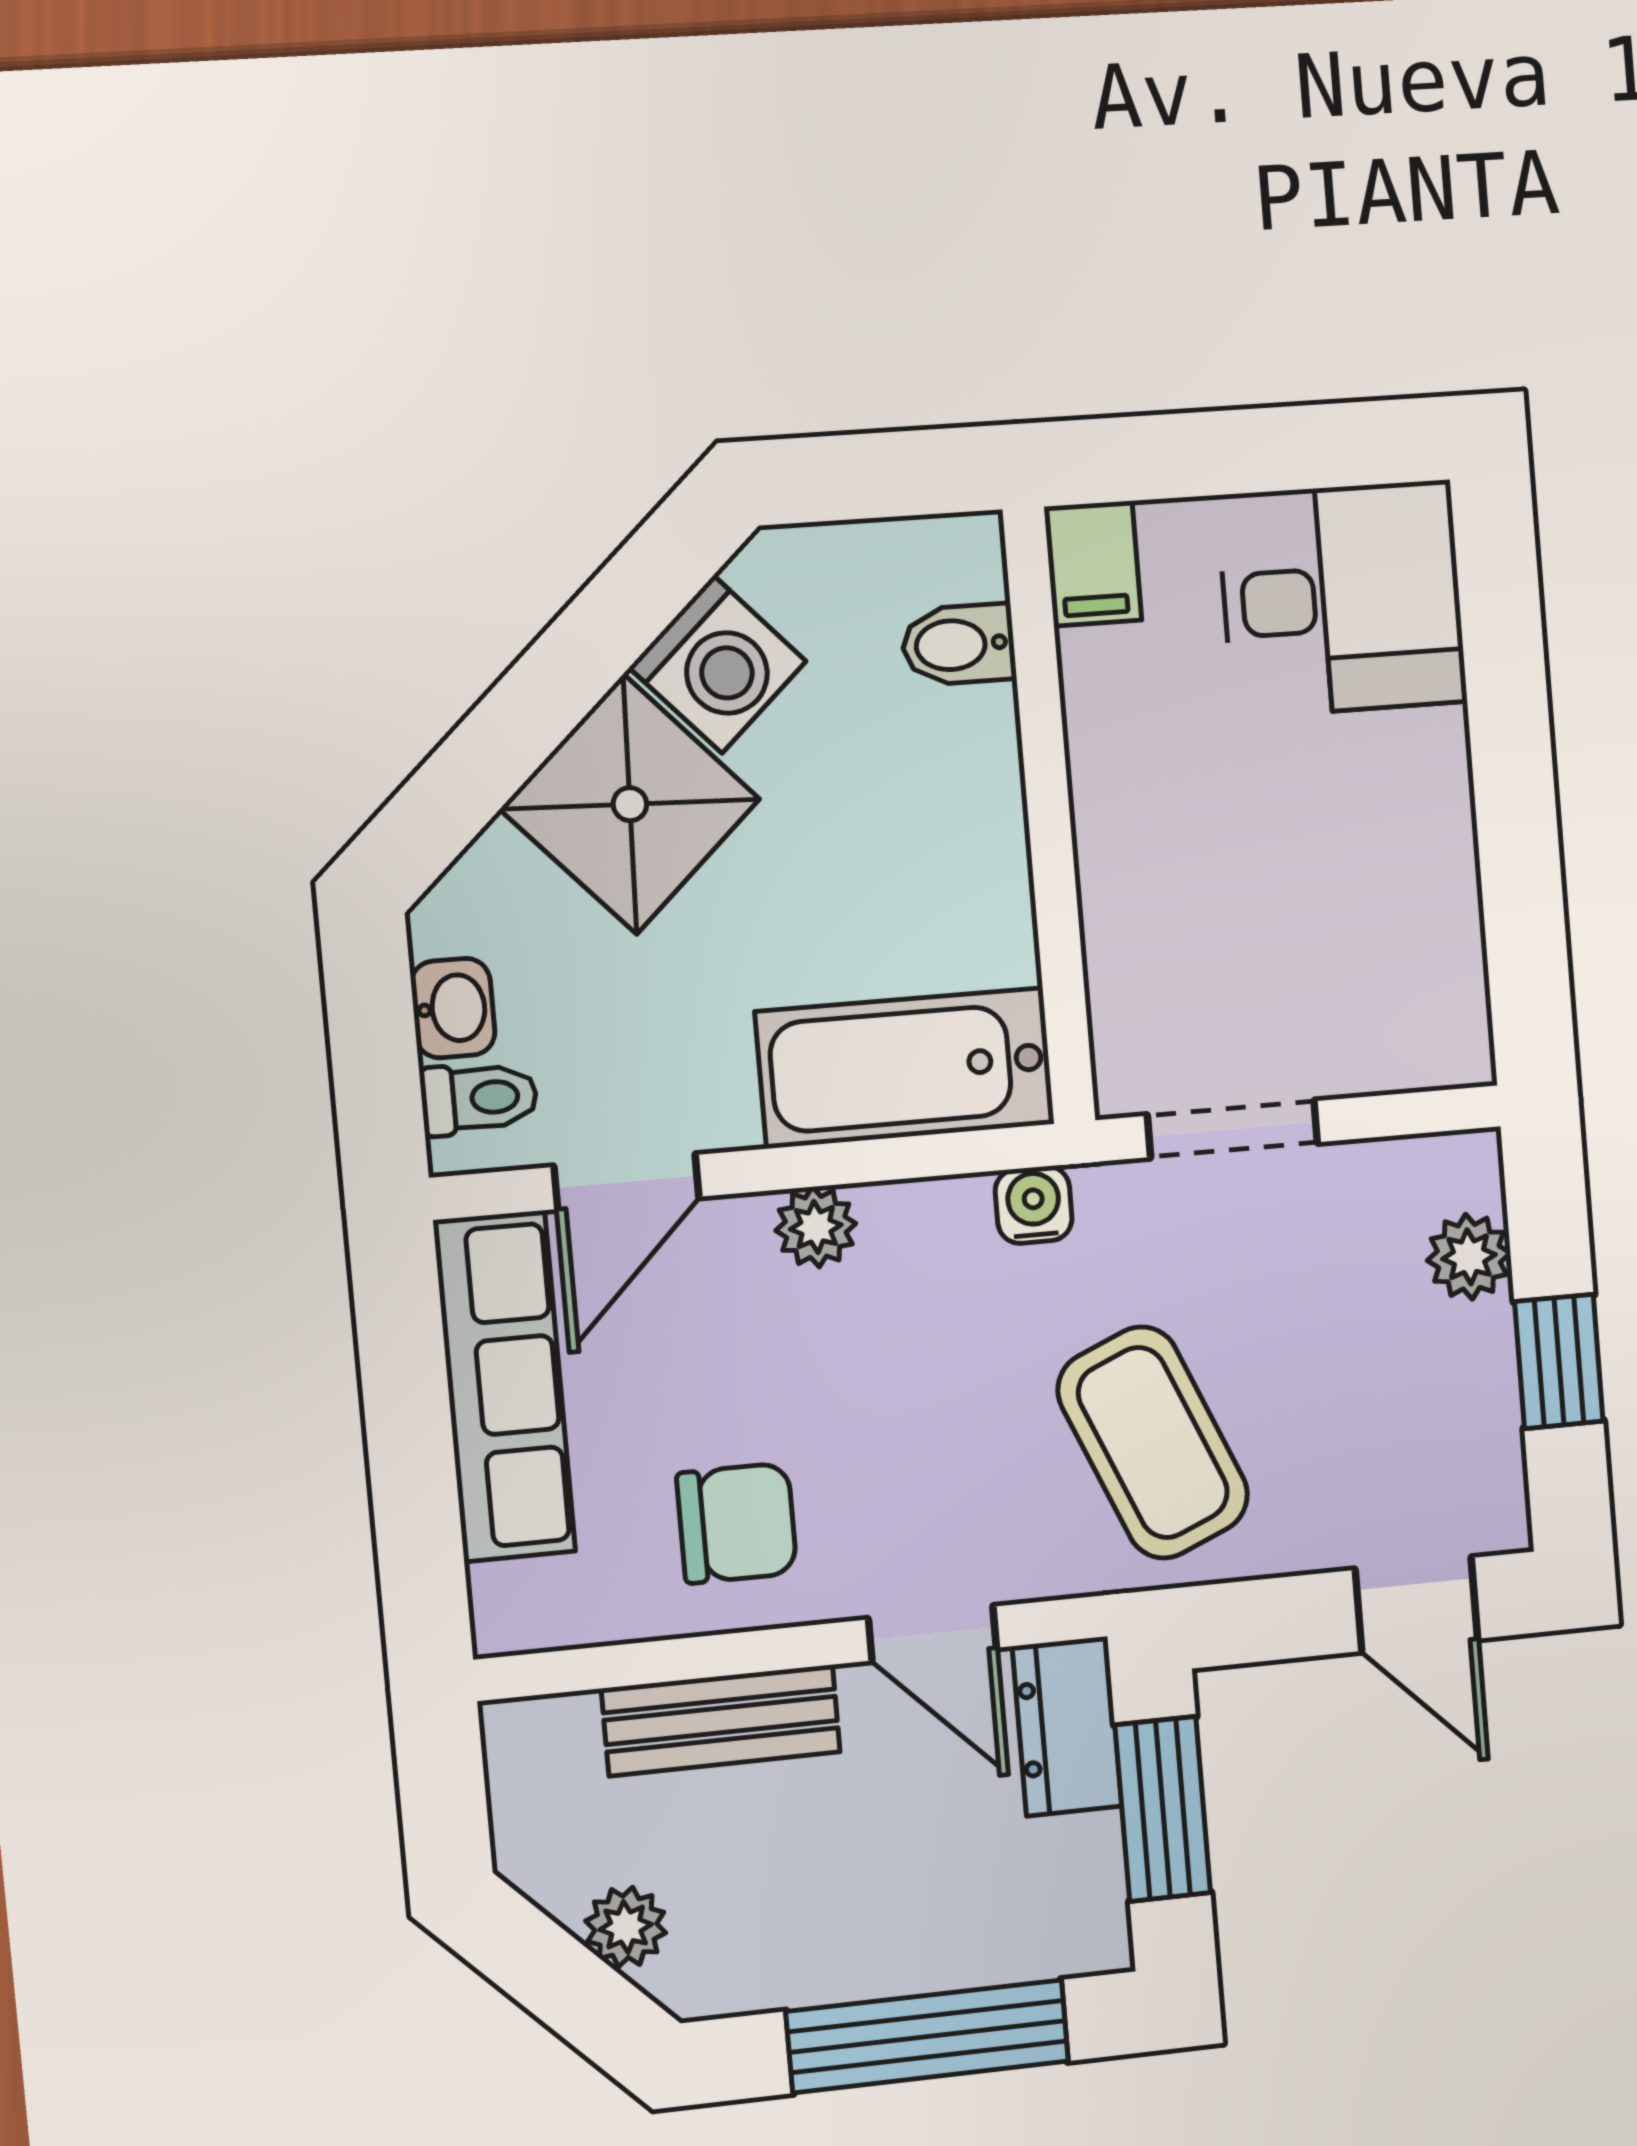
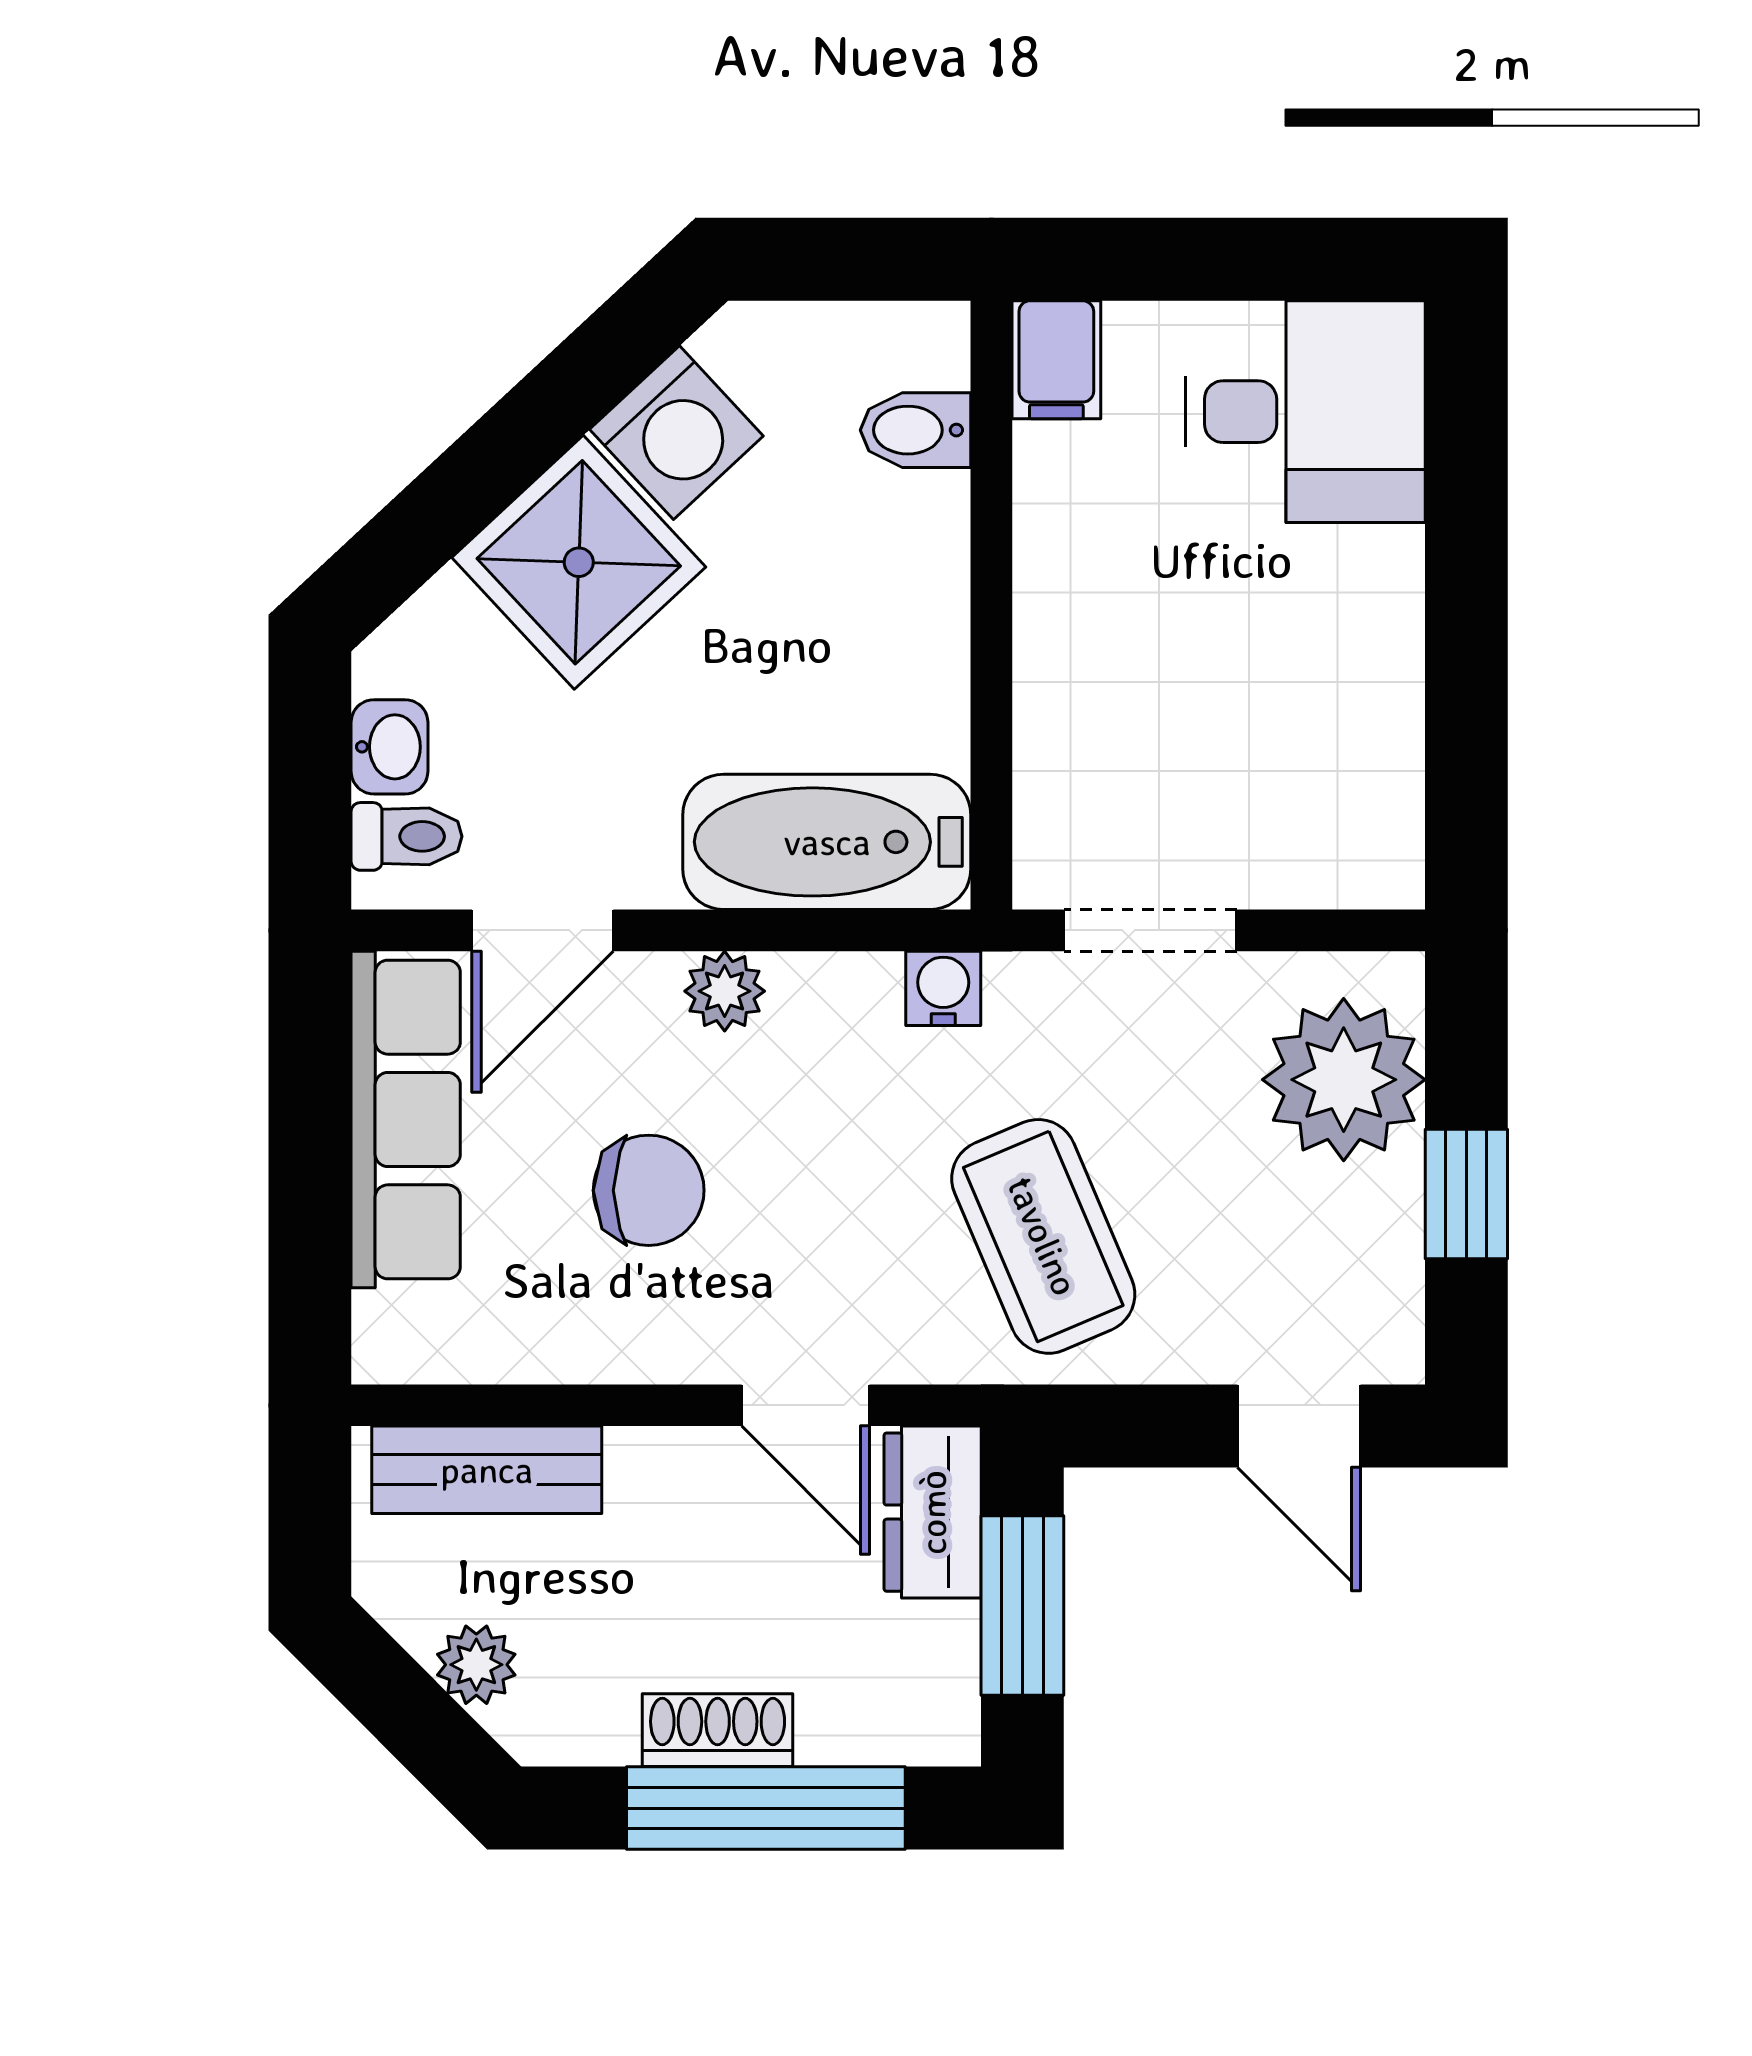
plant: (1469, 1257) -> (1344, 1080), width x1.87, depth x1.87
chair: (737, 1523) -> (649, 1190), moved
bench: (721, 1720) -> (487, 1470), moved
shoe rack: (873, 1965) -> (718, 1730), added

